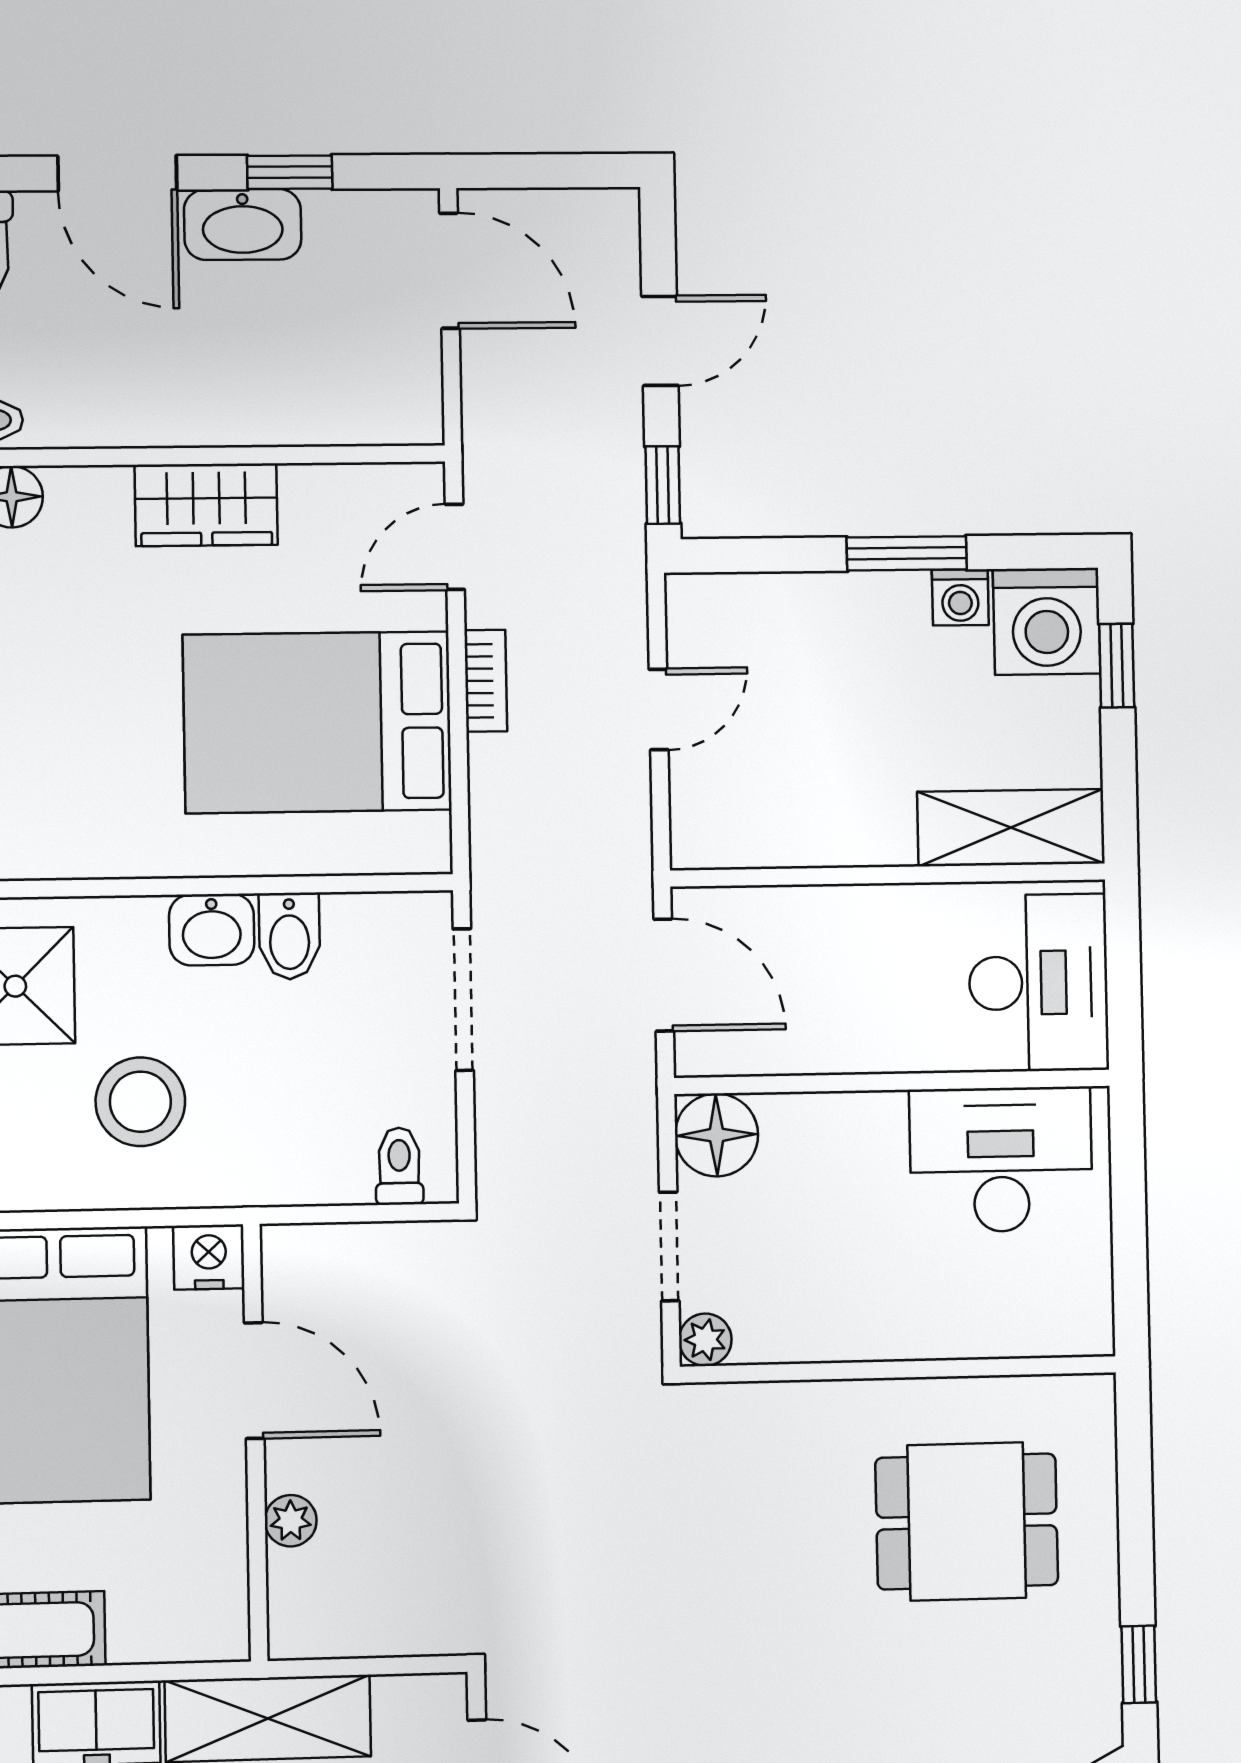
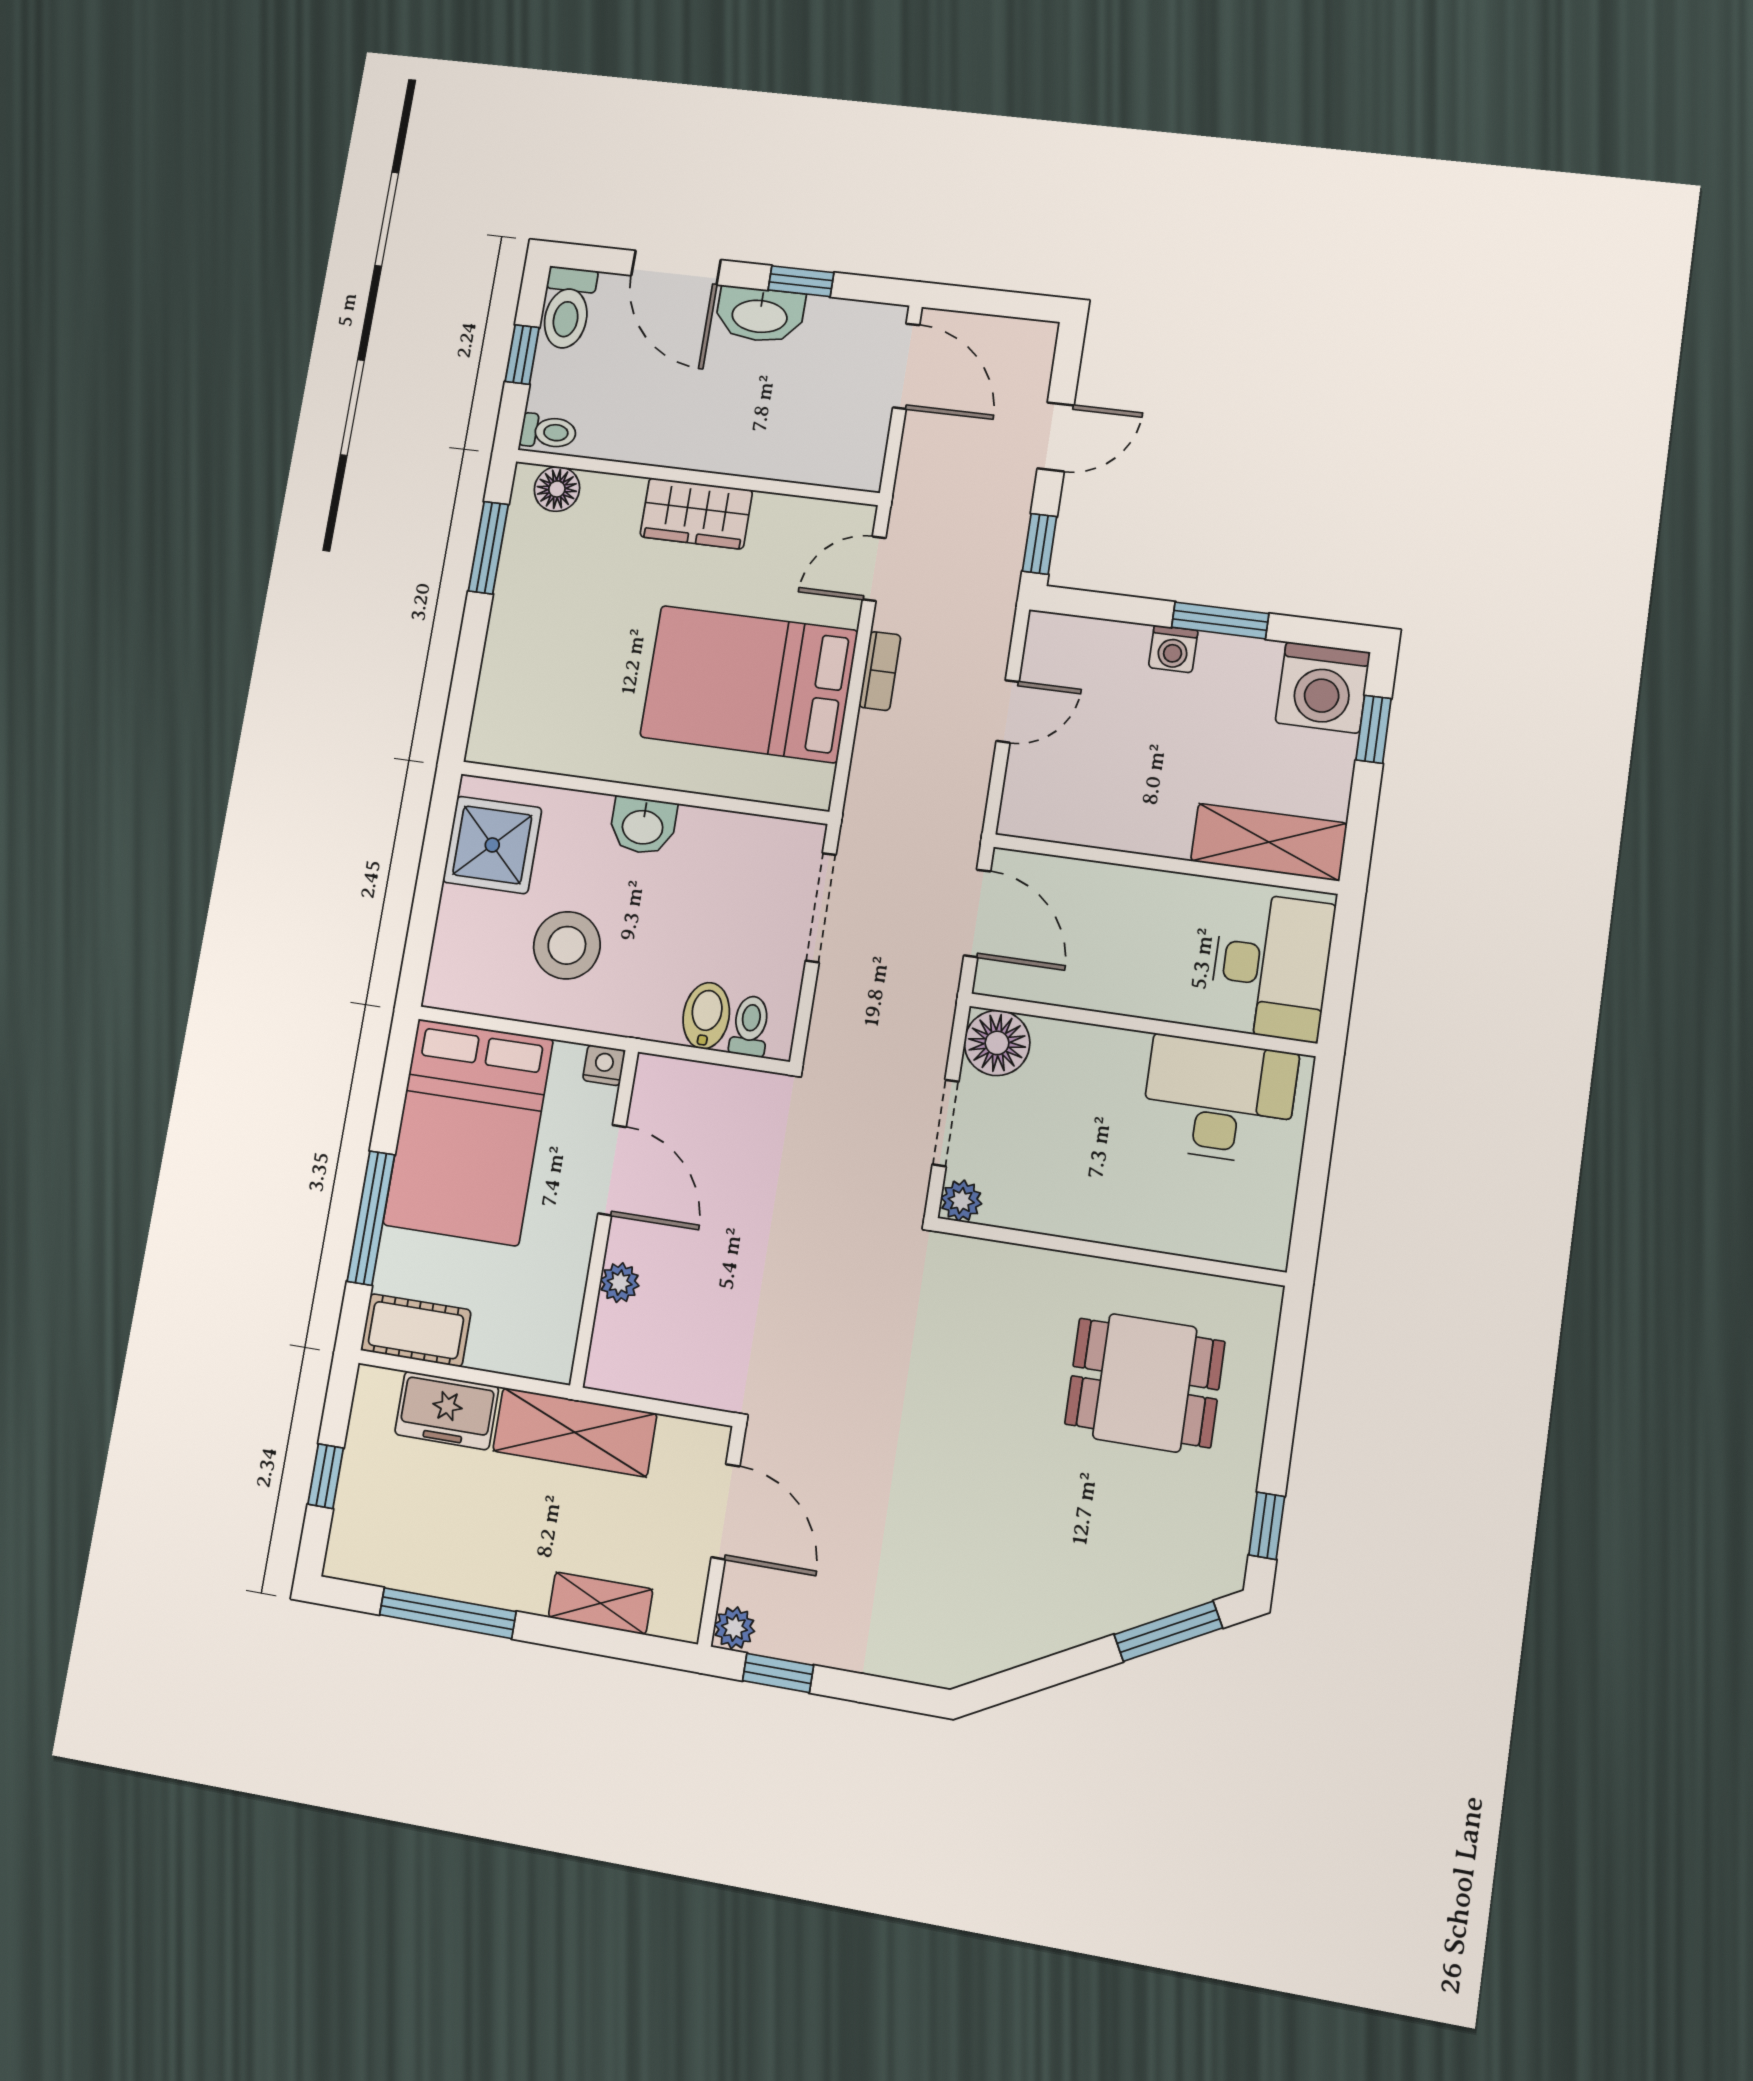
washing machine: (960, 597) -> (1173, 649), moved
bidet: (289, 936) -> (706, 1016), moved, turned 180
nightstand: (209, 1257) -> (604, 1065), width x0.72, depth x0.74

